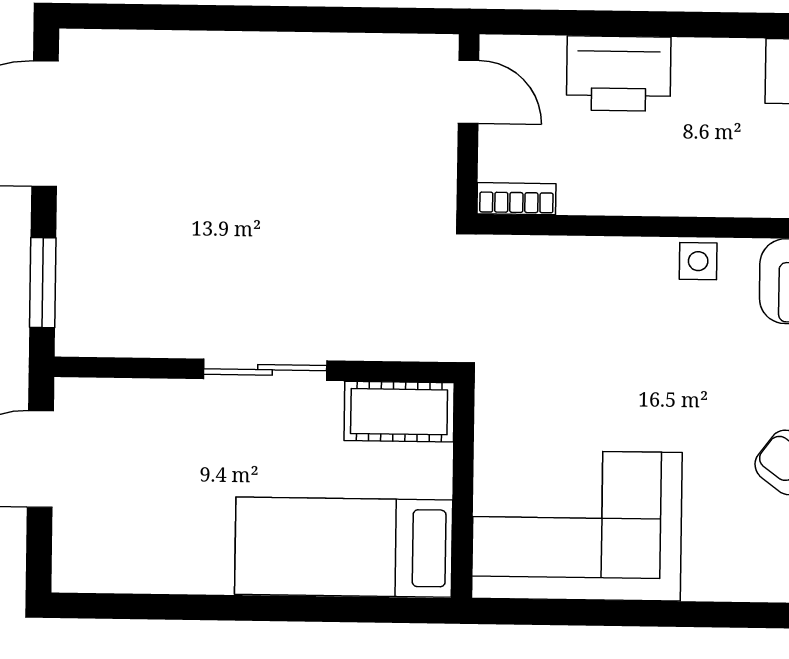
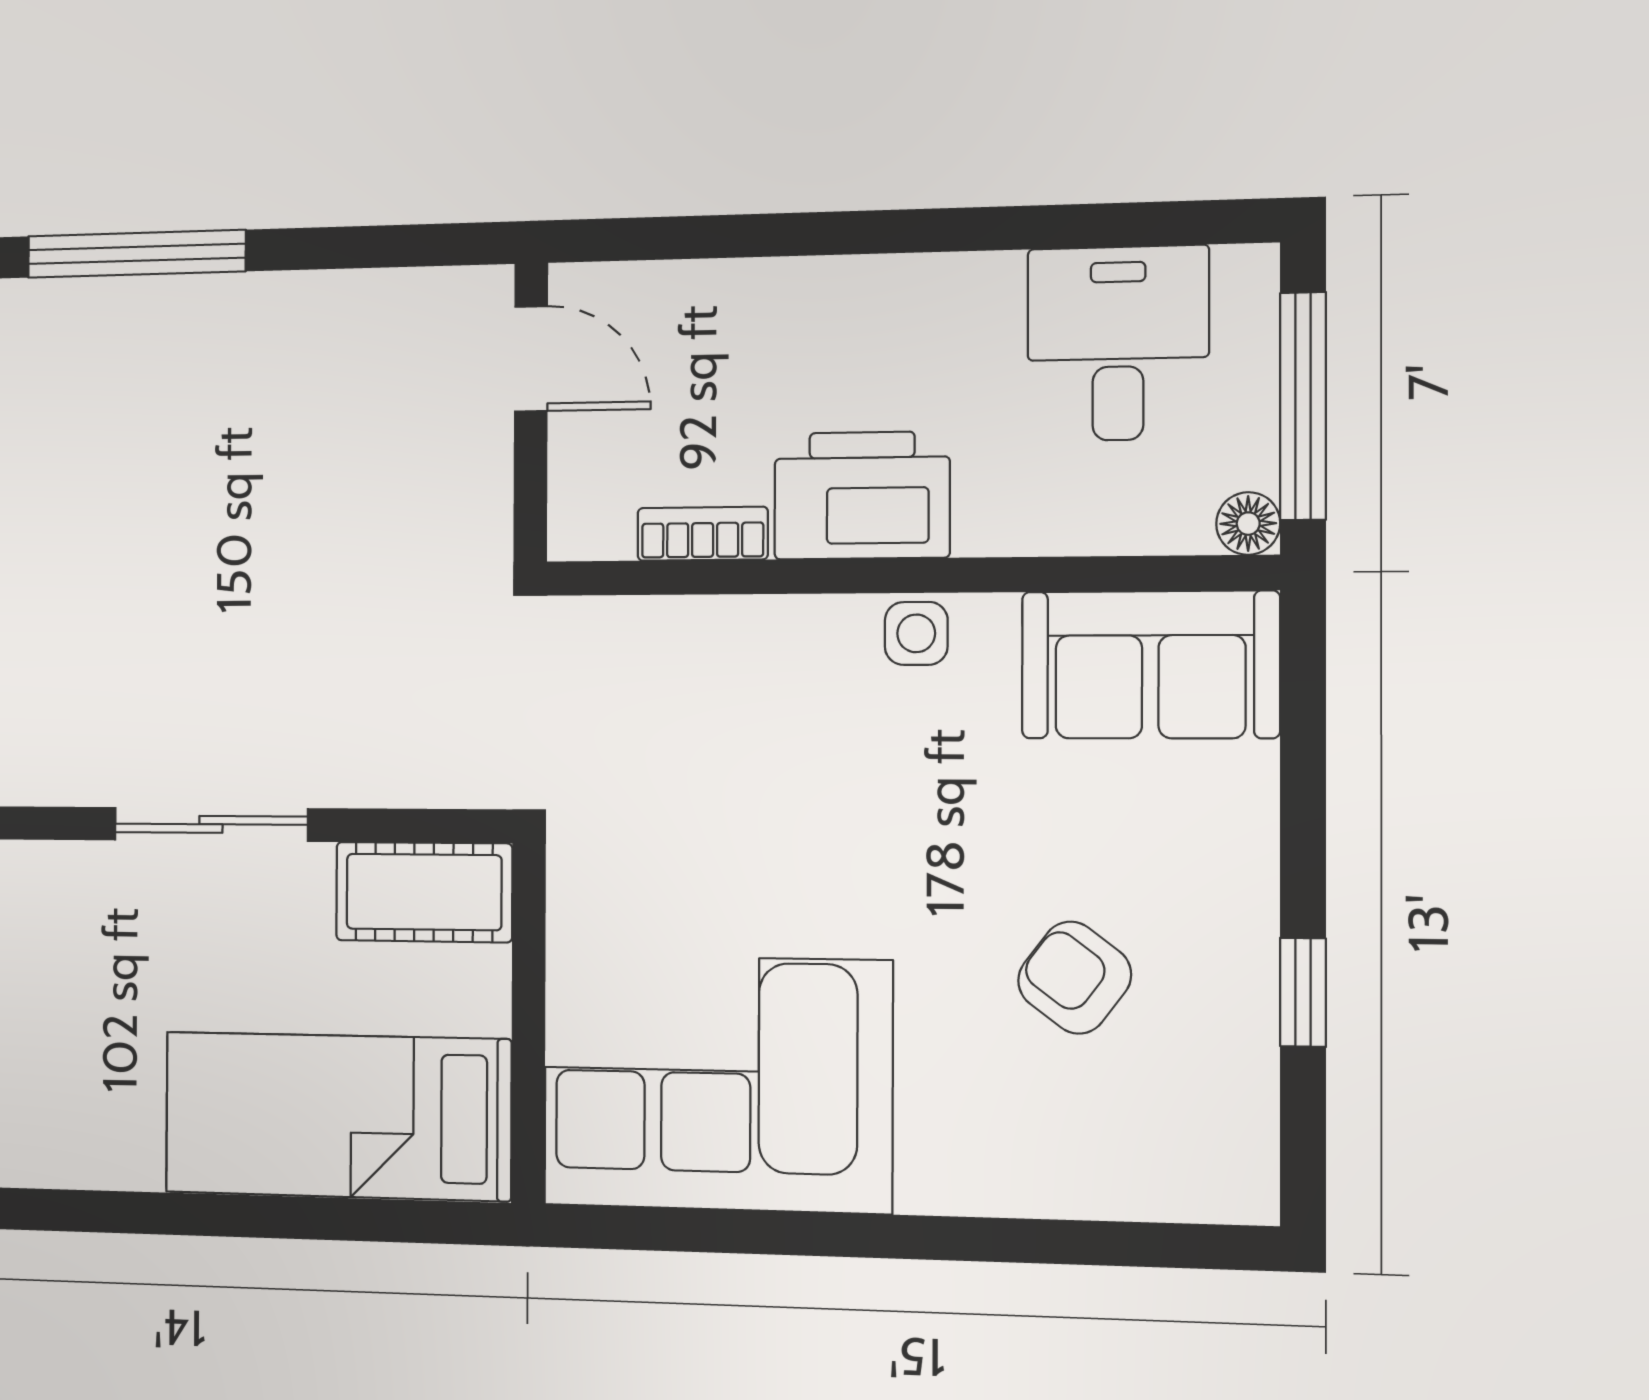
window: (220, 18) -> (136, 254), added
printer: (619, 73) -> (862, 495), moved, turned 180
bookcase: (516, 199) -> (703, 534), moved

